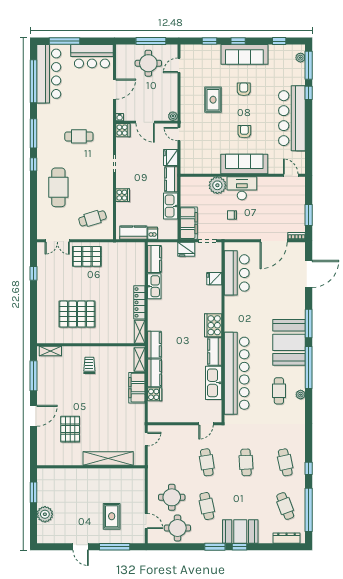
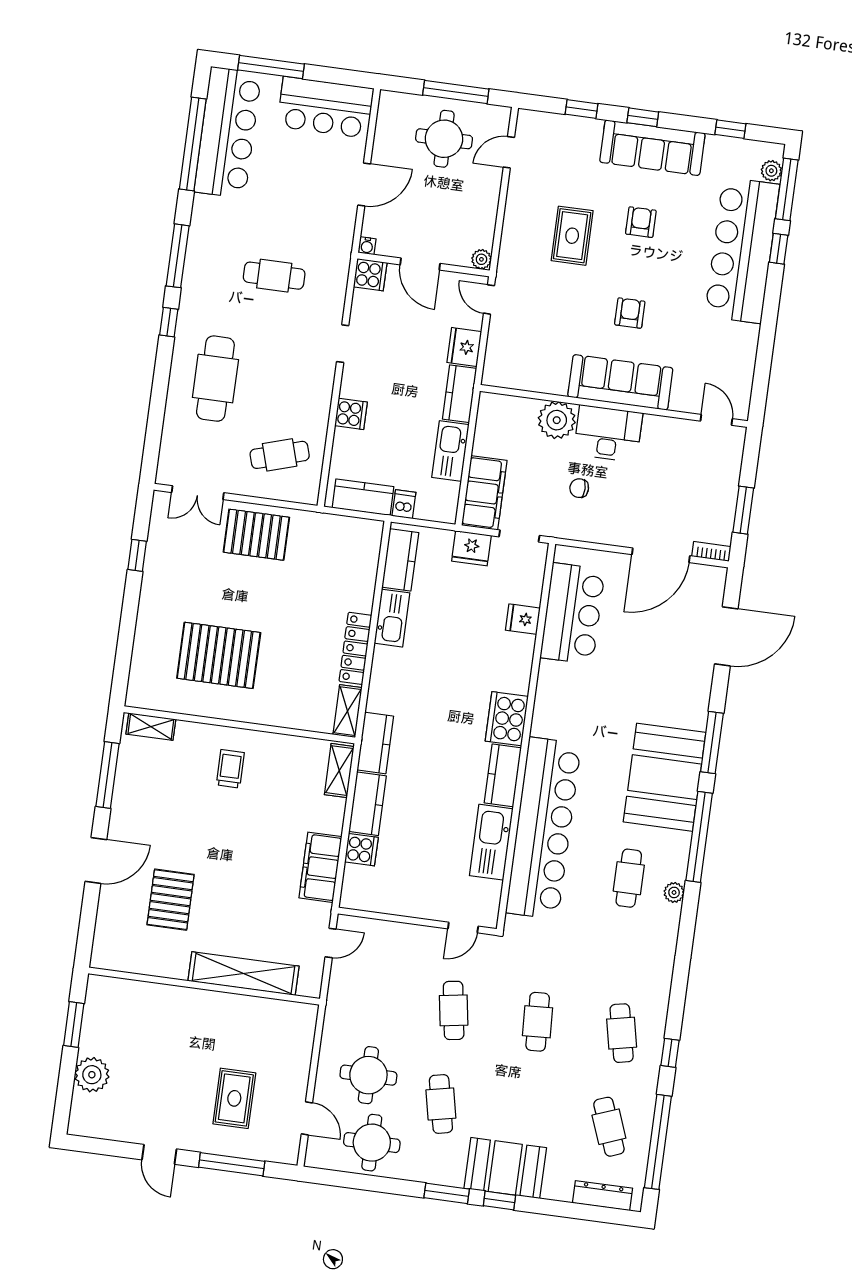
bar counter: (292, 118) -> (742, 250), moved
filing cabinet: (137, 388) -> (320, 867), moved

